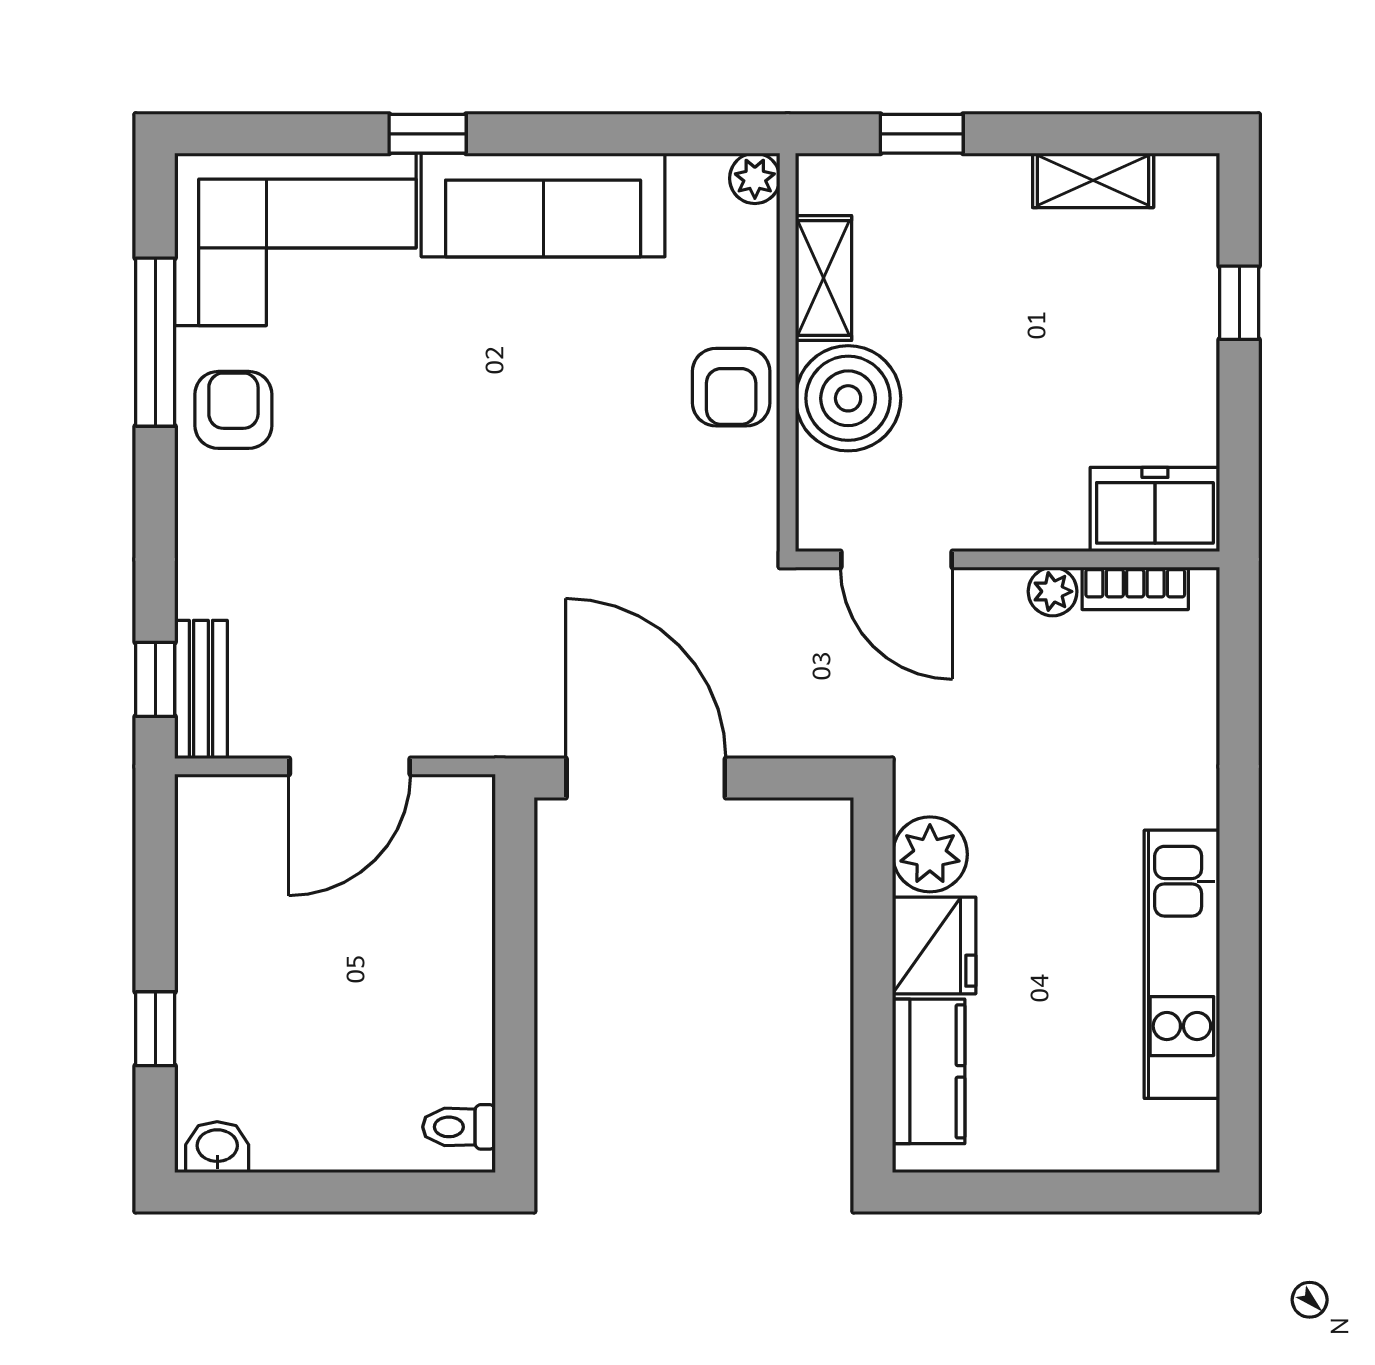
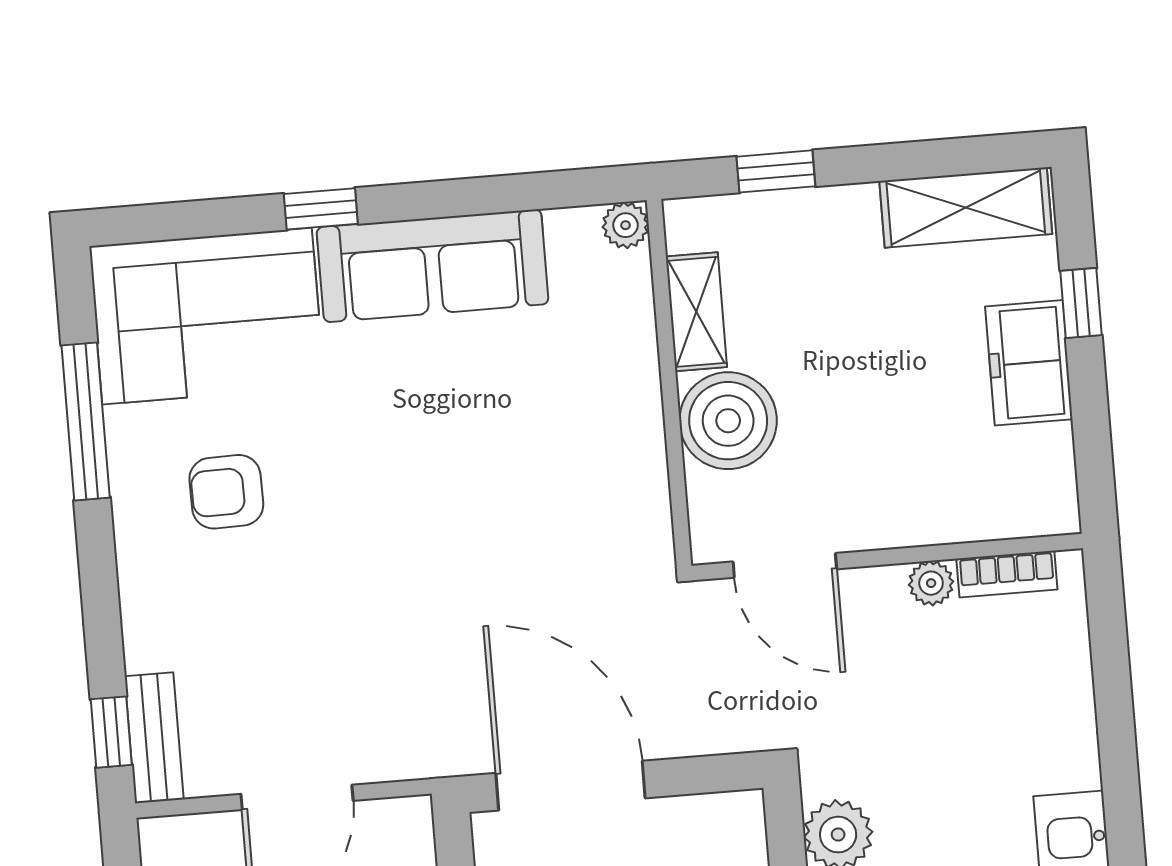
shelving: (1093, 180) -> (966, 208), width x1.50, depth x1.33
armchair: (731, 387) -> (620, 419), removed
armchair: (233, 410) -> (226, 492), moved, turned -91
freezer: (1155, 509) -> (1029, 363), moved, turned -90

